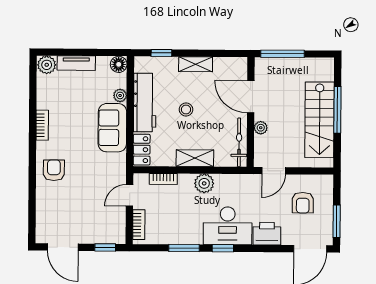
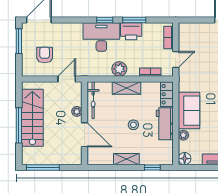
window: (282, 54) -> (43, 167), moved
workbench: (145, 103) -> (165, 124), width x0.73
printer: (267, 234) -> (131, 31), moved
window: (105, 247) -> (194, 20), removed

